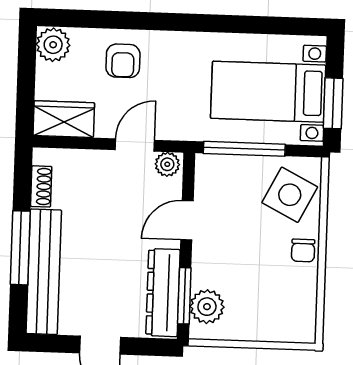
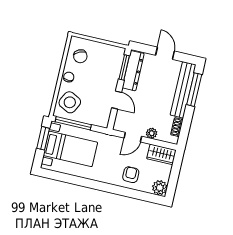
window: (244, 149) -> (73, 123), moved
plant: (167, 164) -> (152, 133), moved
door: (187, 220) -> (117, 100), hinge flipped
window: (20, 248) -> (194, 90), moved
chair: (286, 301) -> (80, 56), added
plant: (207, 307) -> (115, 61), removed

